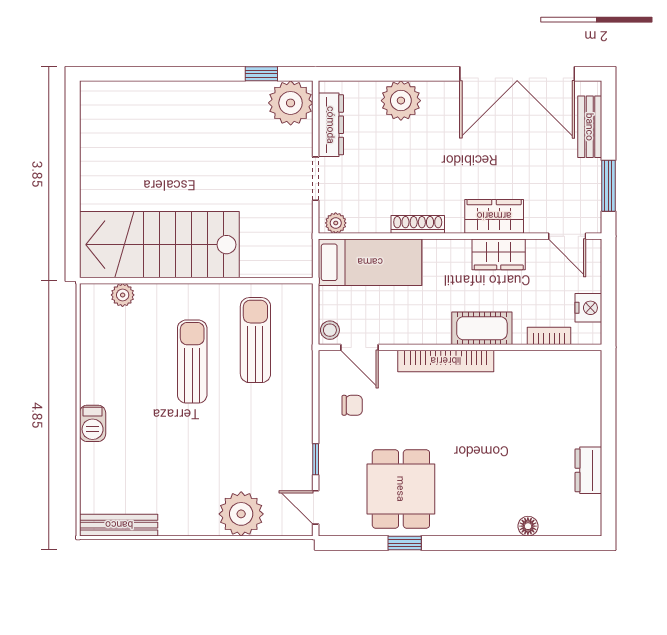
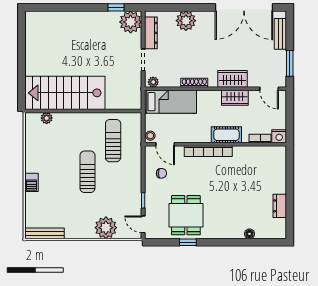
nightstand: (588, 308) -> (279, 136), moved, turned 90
sun lounger: (192, 362) -> (87, 172), moved

